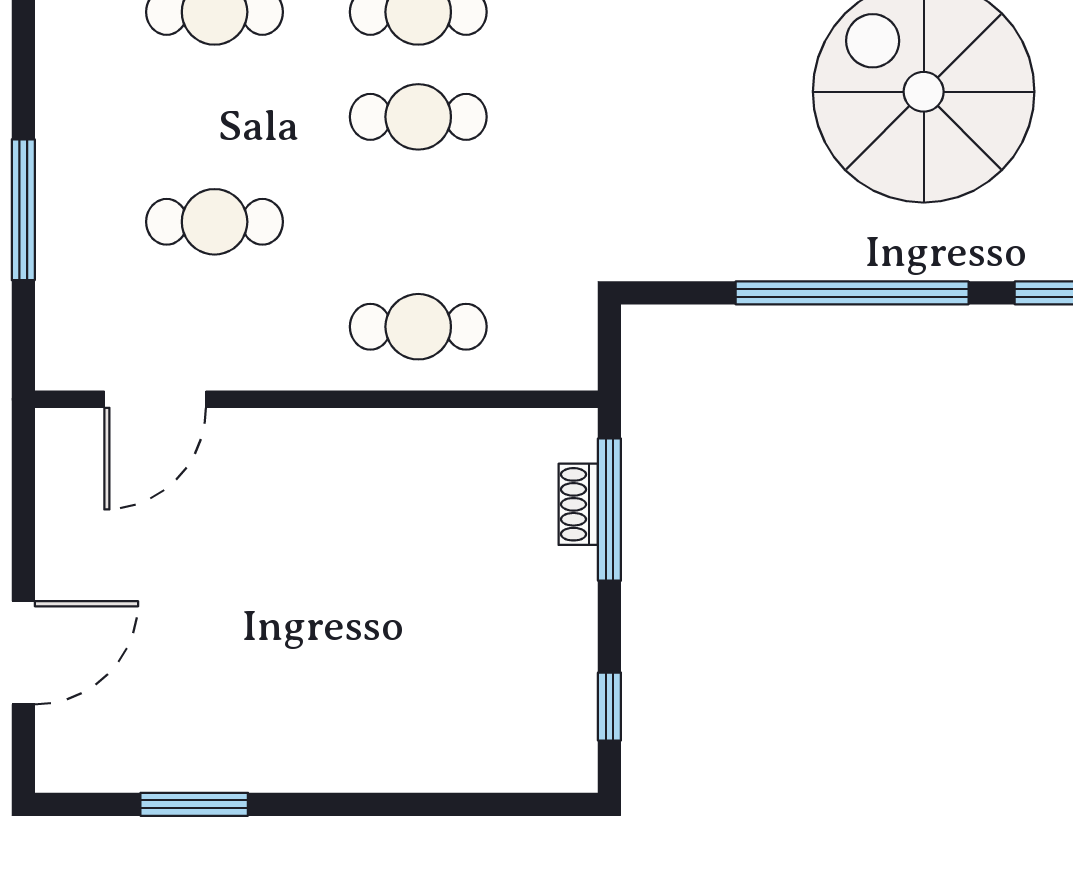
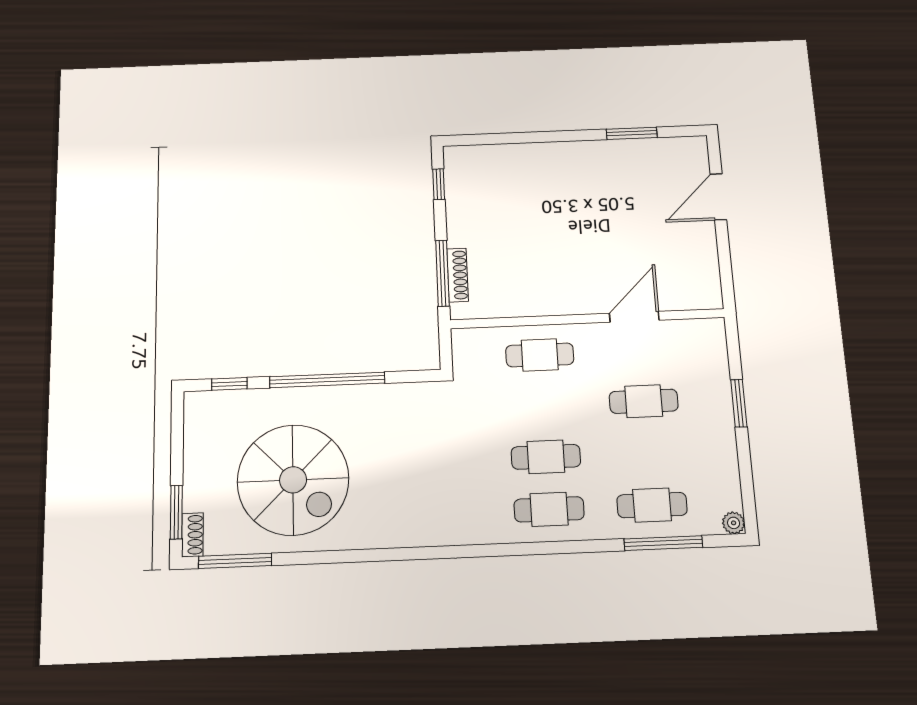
window: (23, 210) -> (739, 403), width x0.69
door: (155, 399) -> (634, 317), moved
shoe rack: (578, 504) -> (458, 275), width x1.43

